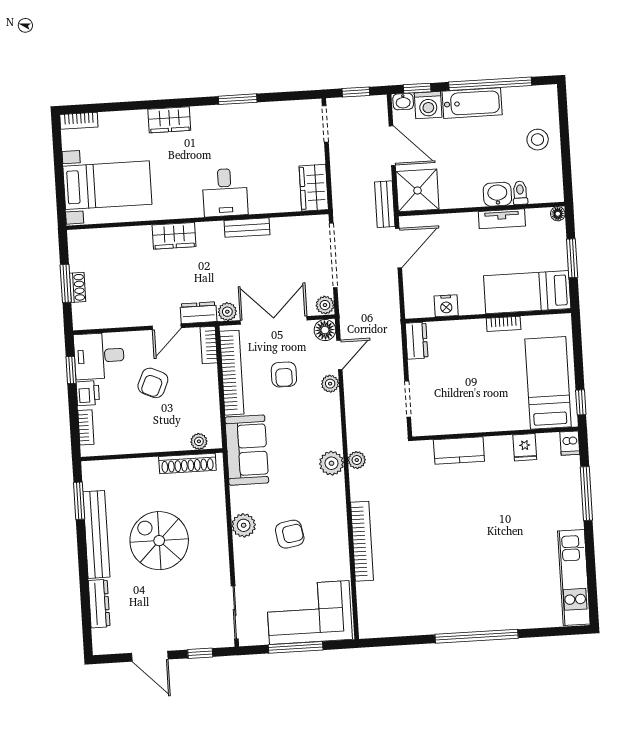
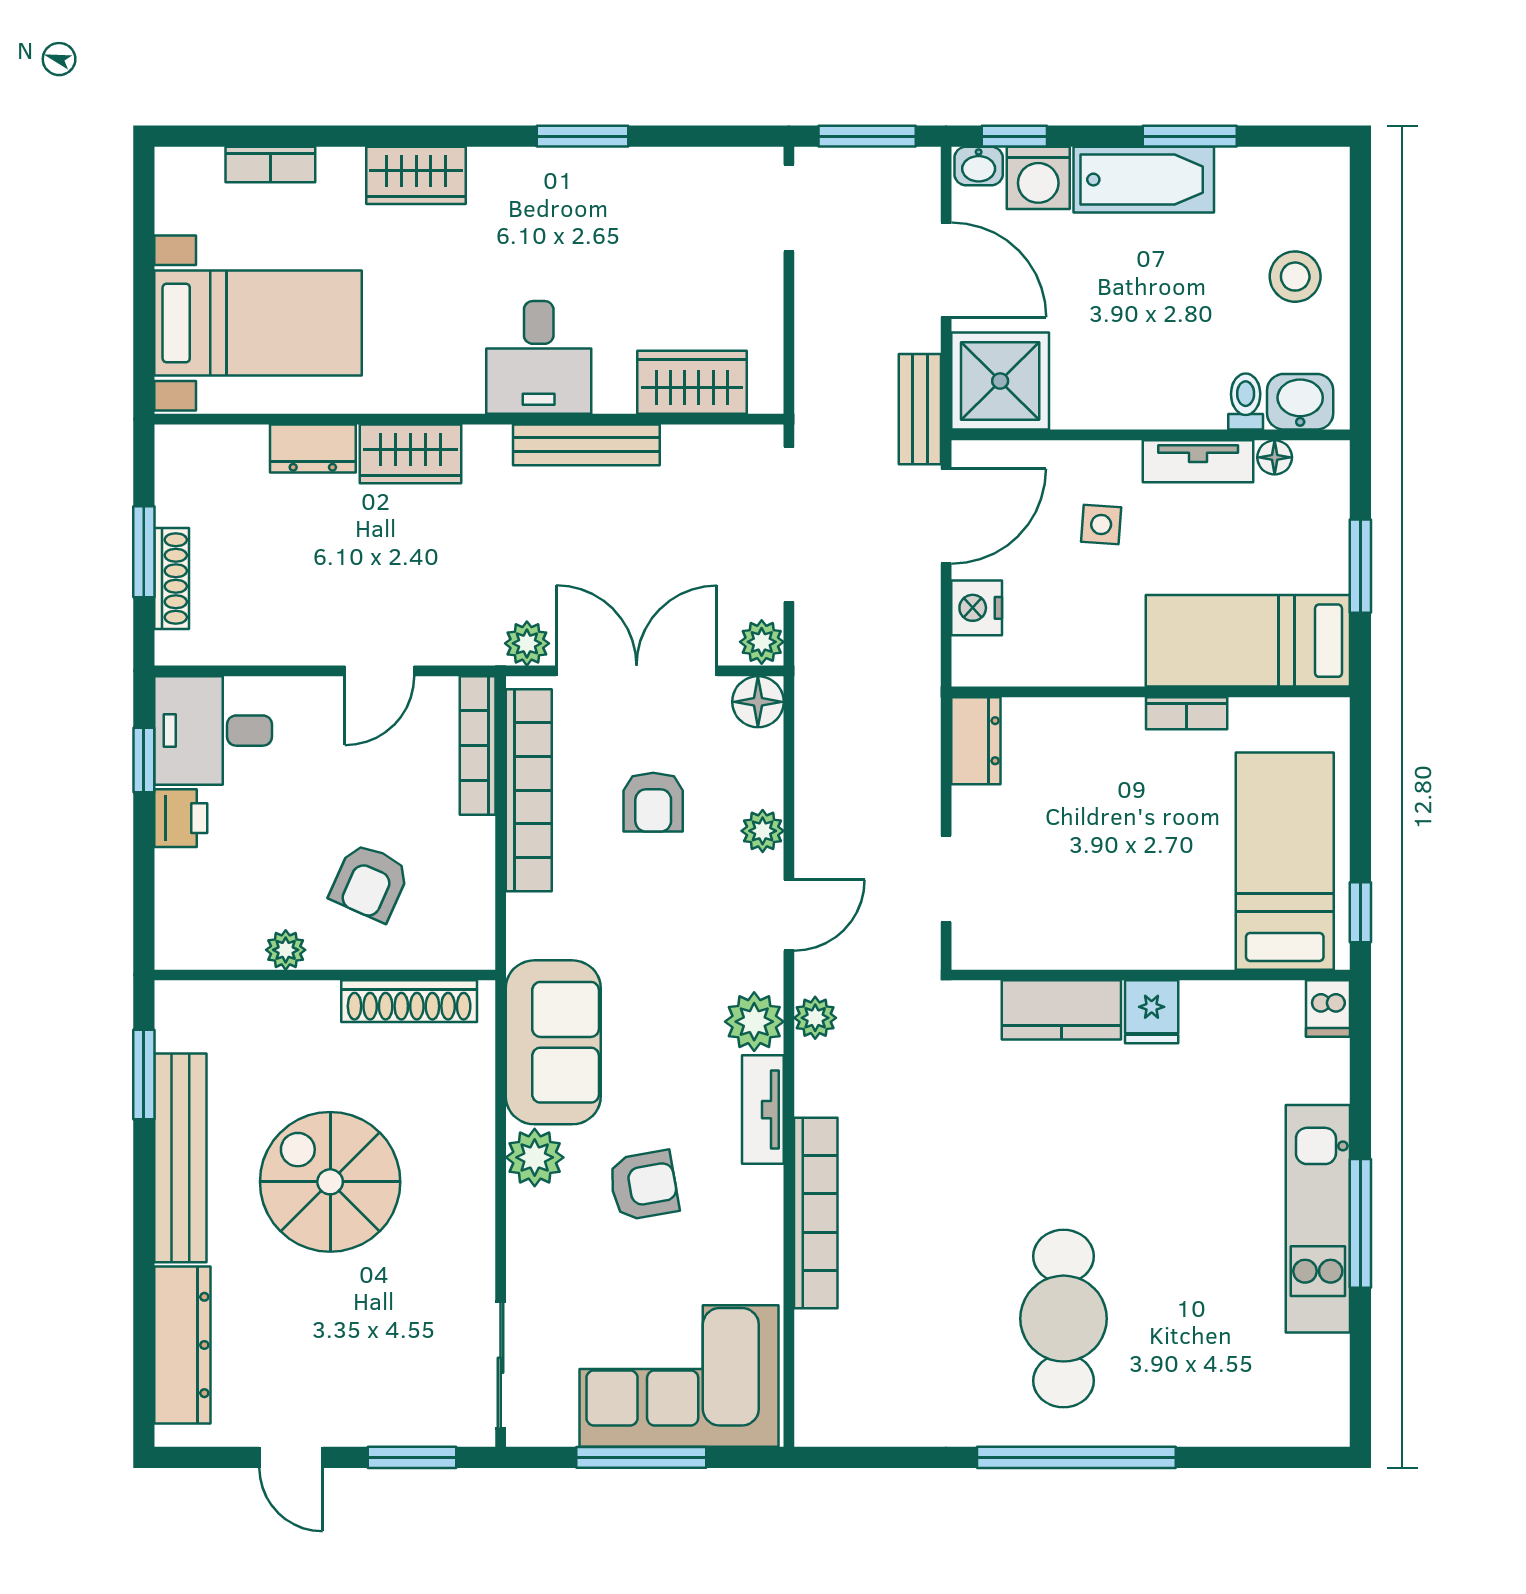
window: (490, 84) -> (1190, 136), width x0.47
window: (356, 92) -> (867, 136), width x1.50
bookcase: (79, 121) -> (270, 164), moved
wardrobe: (314, 188) -> (692, 382), moved, turned 90
washbasin: (497, 194) -> (1300, 402), moved
floor lamp: (558, 214) -> (1275, 457), moved
bench: (247, 228) -> (586, 445), width x1.36
side table: (463, 248) -> (1101, 524), added
shoe rack: (78, 287) -> (172, 579), width x1.43
nightstand: (446, 306) -> (977, 608), moved, turned 90
dresser: (199, 313) -> (313, 448), moved, turned 180
bookcase: (209, 345) -> (478, 745), width x1.56
door: (339, 355) -> (789, 915), moved
armchair: (153, 383) -> (370, 882), moved
bookcase: (86, 427) -> (171, 900), removed
plant: (199, 441) -> (286, 950), moved
fridge: (525, 447) -> (1152, 1012), moved
sofa: (247, 450) -> (553, 1042), moved
window: (586, 494) -> (1360, 1223), moved
tv unit: (337, 500) -> (763, 1110), added
kitchen unit: (574, 578) -> (1318, 1219), moved
cafe table: (468, 579) -> (1064, 1319), added
dresser: (99, 604) -> (182, 1345), width x1.37, depth x1.24
window: (200, 653) -> (412, 1457), width x1.50
door: (150, 656) -> (291, 1457), width x0.73

